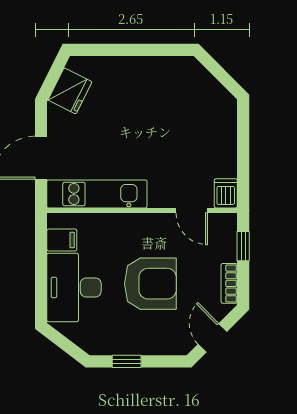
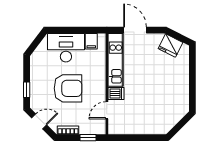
dishwasher: (226, 193) -> (116, 94), moved
armchair: (150, 284) -> (68, 88), turned -90
window: (127, 361) -> (27, 90), moved

